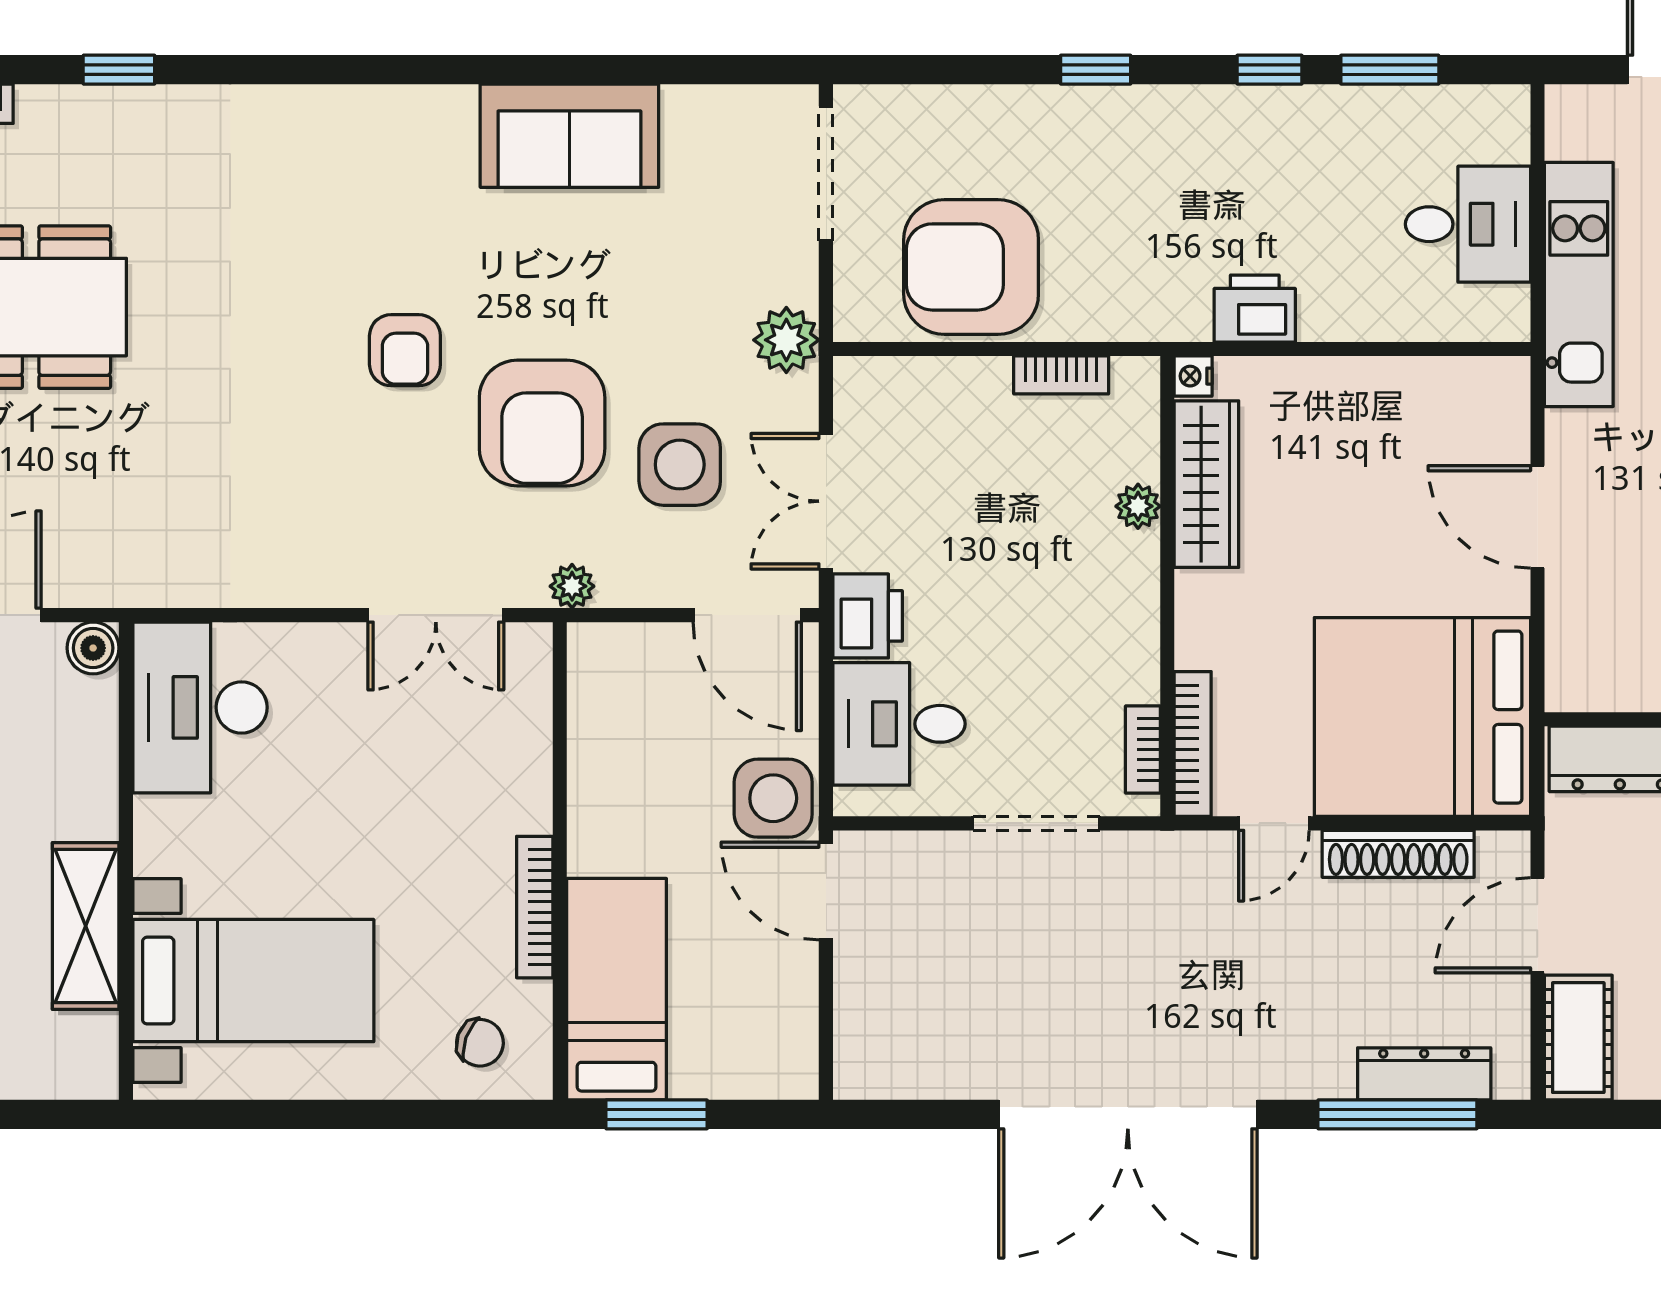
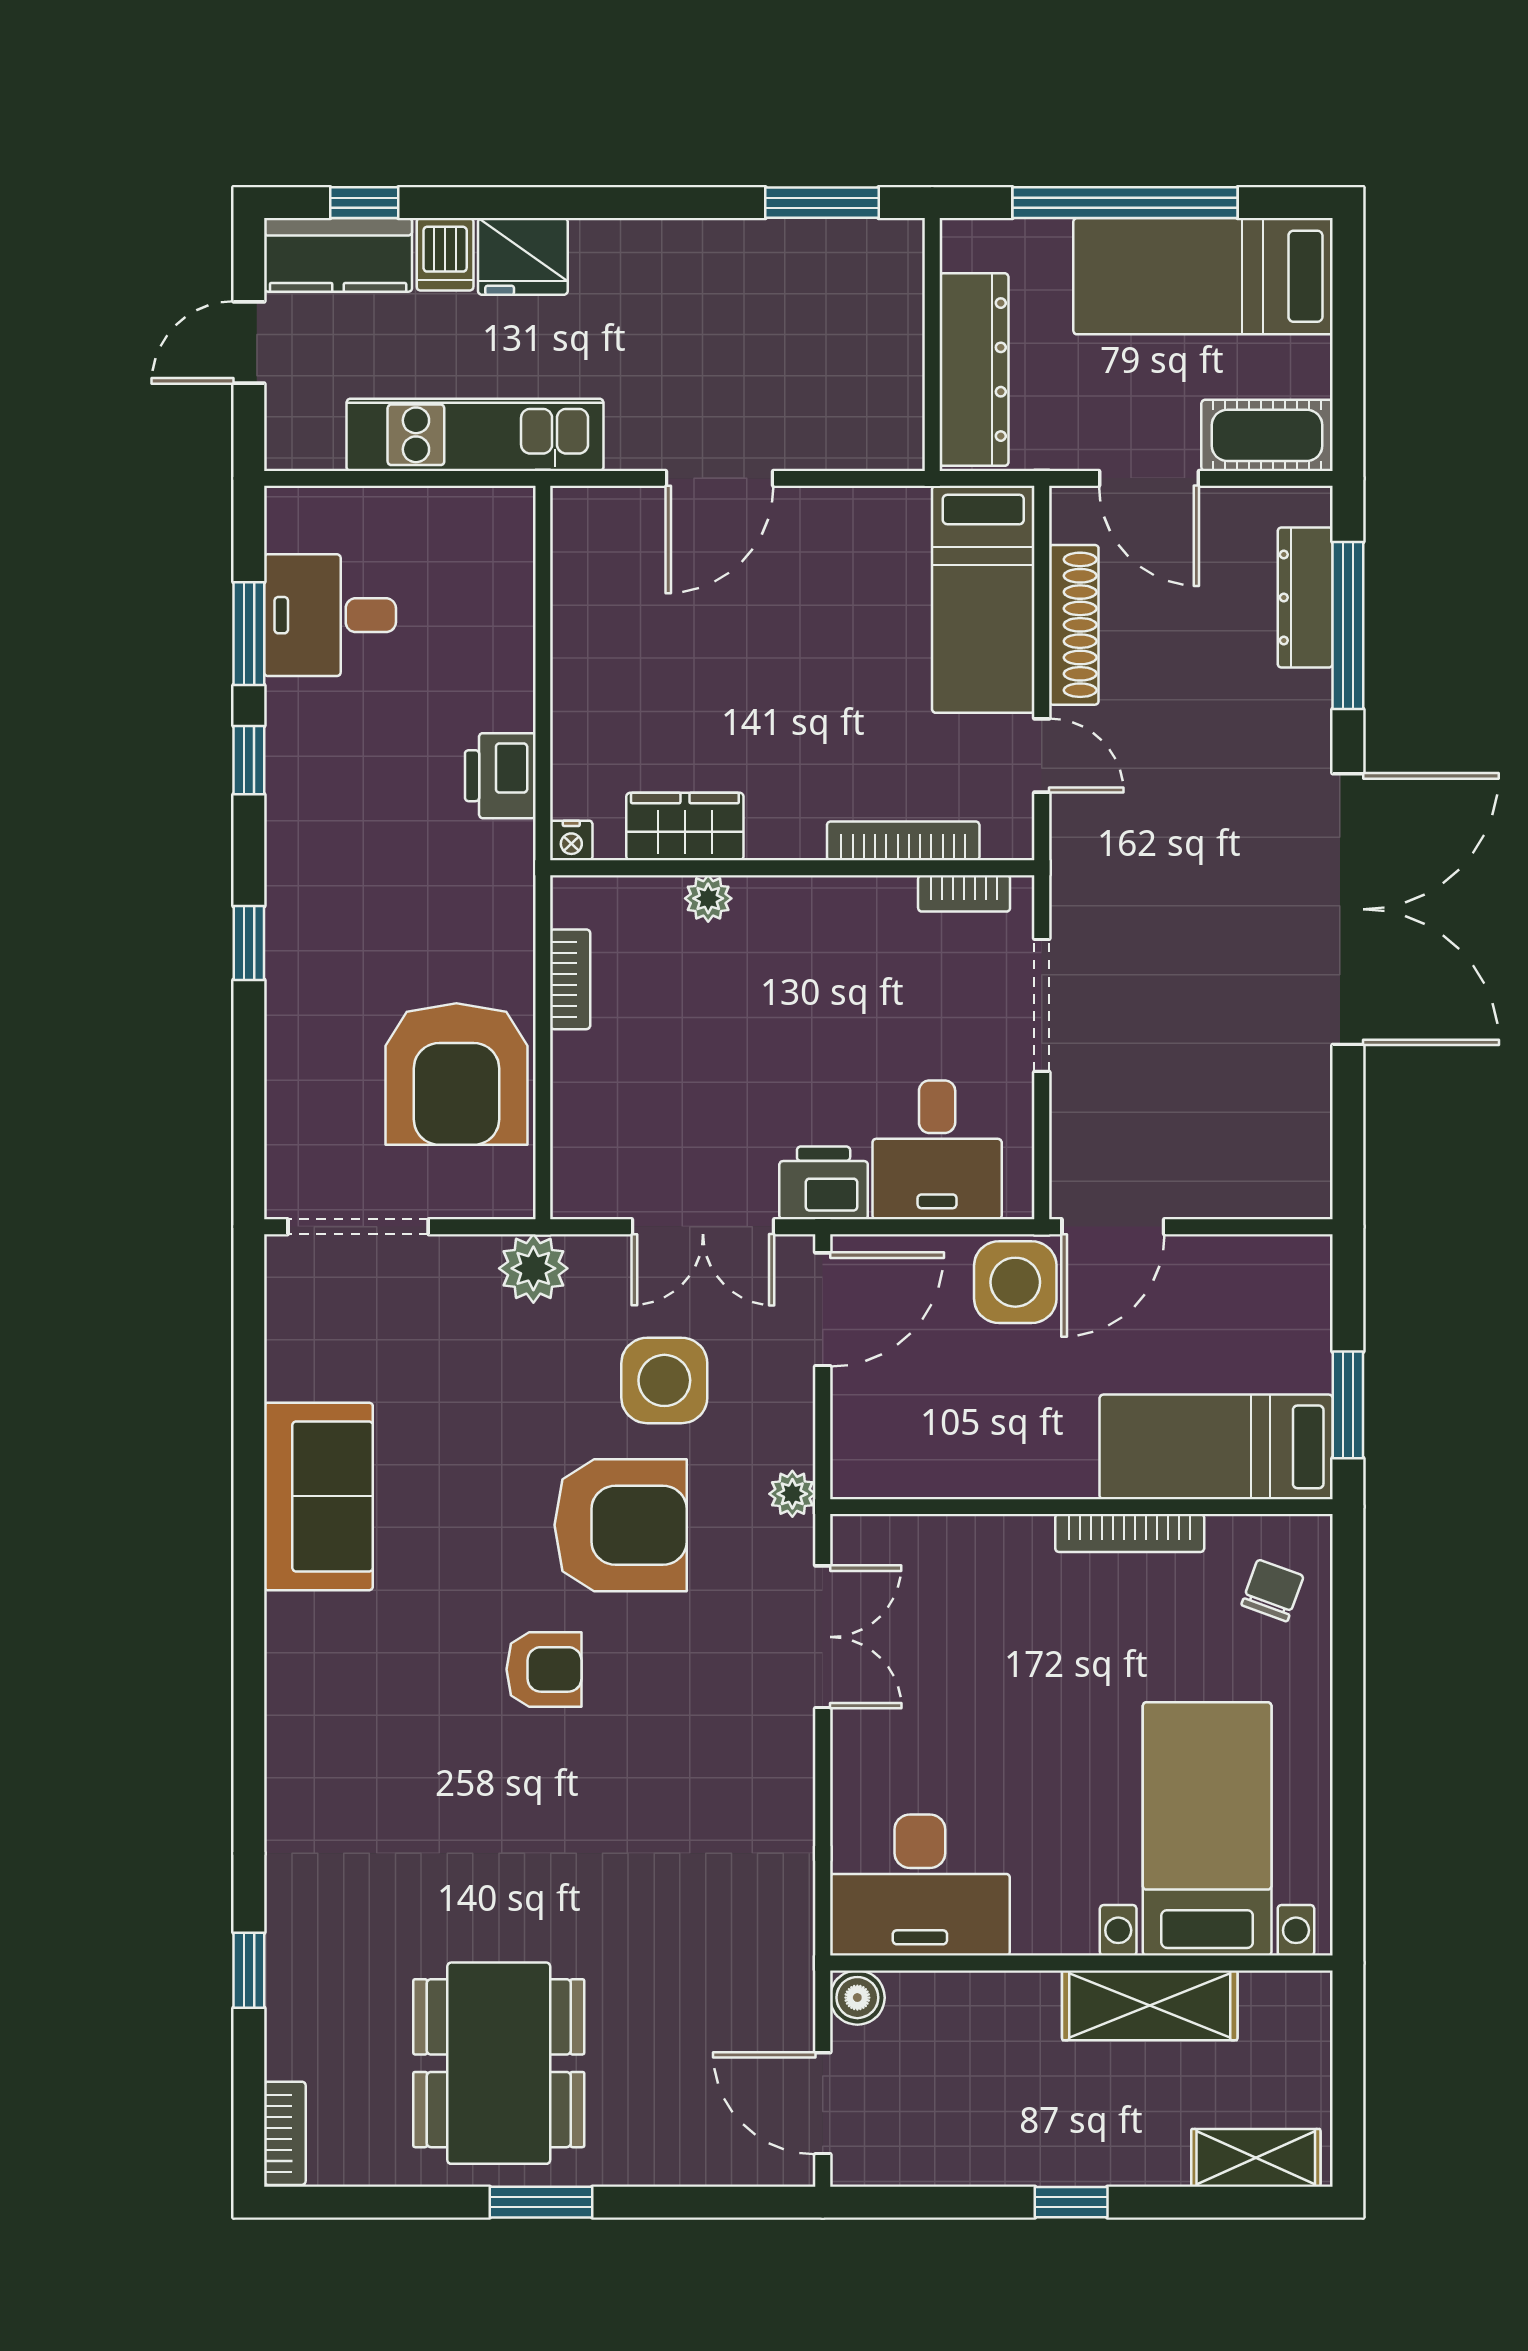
desk: (1468, 224) -> (330, 615), moved, turned -90
wardrobe: (1206, 484) -> (685, 827), width x0.67
bed: (1422, 717) -> (983, 599), width x0.49
bookcase: (1193, 744) -> (903, 841), moved

